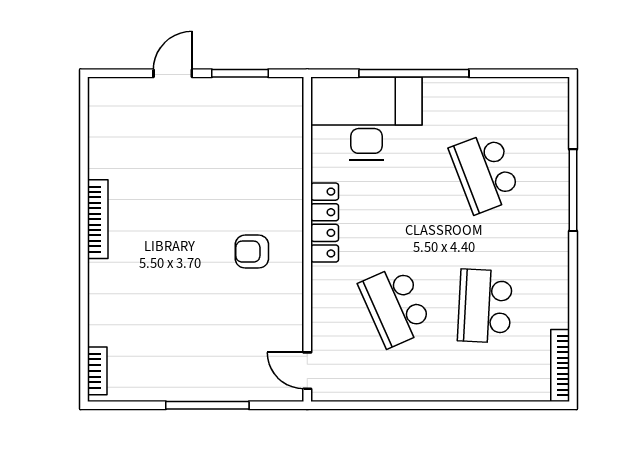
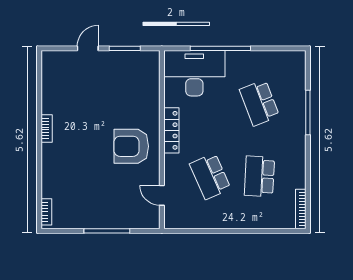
bookcase: (98, 219) -> (47, 128), width x0.64
armchair: (252, 252) -> (131, 146), width x1.88, depth x1.88
door: (307, 371) -> (162, 195), moved

